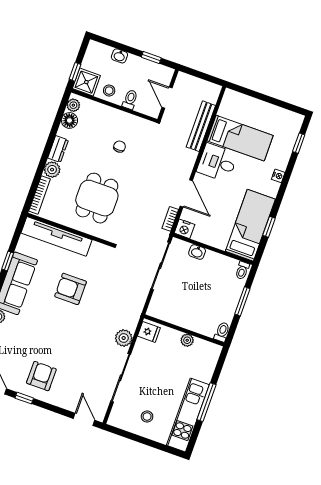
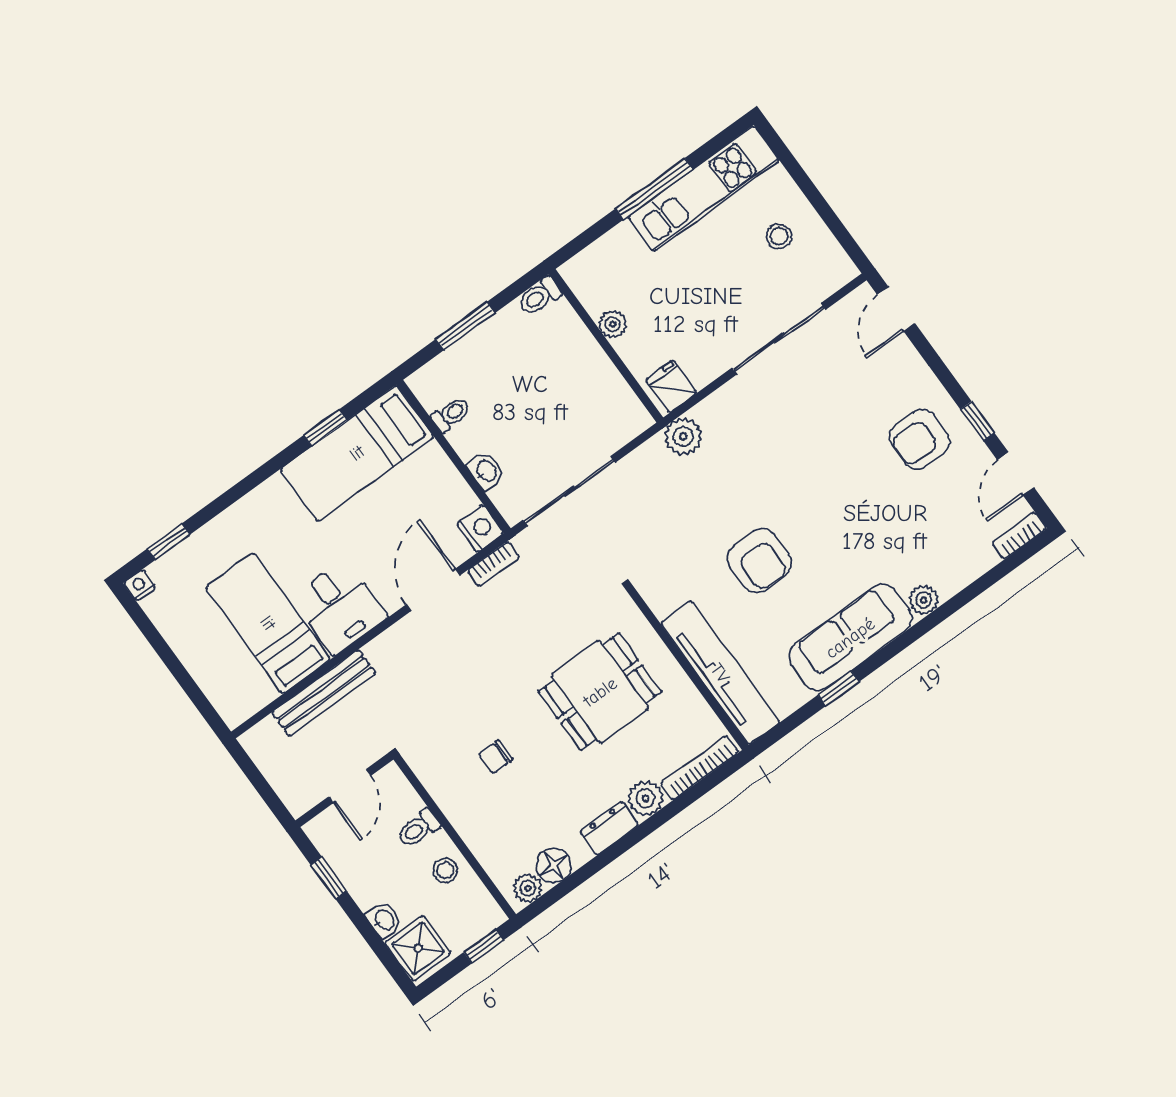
shower: (86, 82) -> (418, 948), moved
nightstand: (278, 176) -> (140, 585), moved
toilet: (242, 270) -> (451, 414), moved
plant: (124, 338) -> (683, 437), moved

